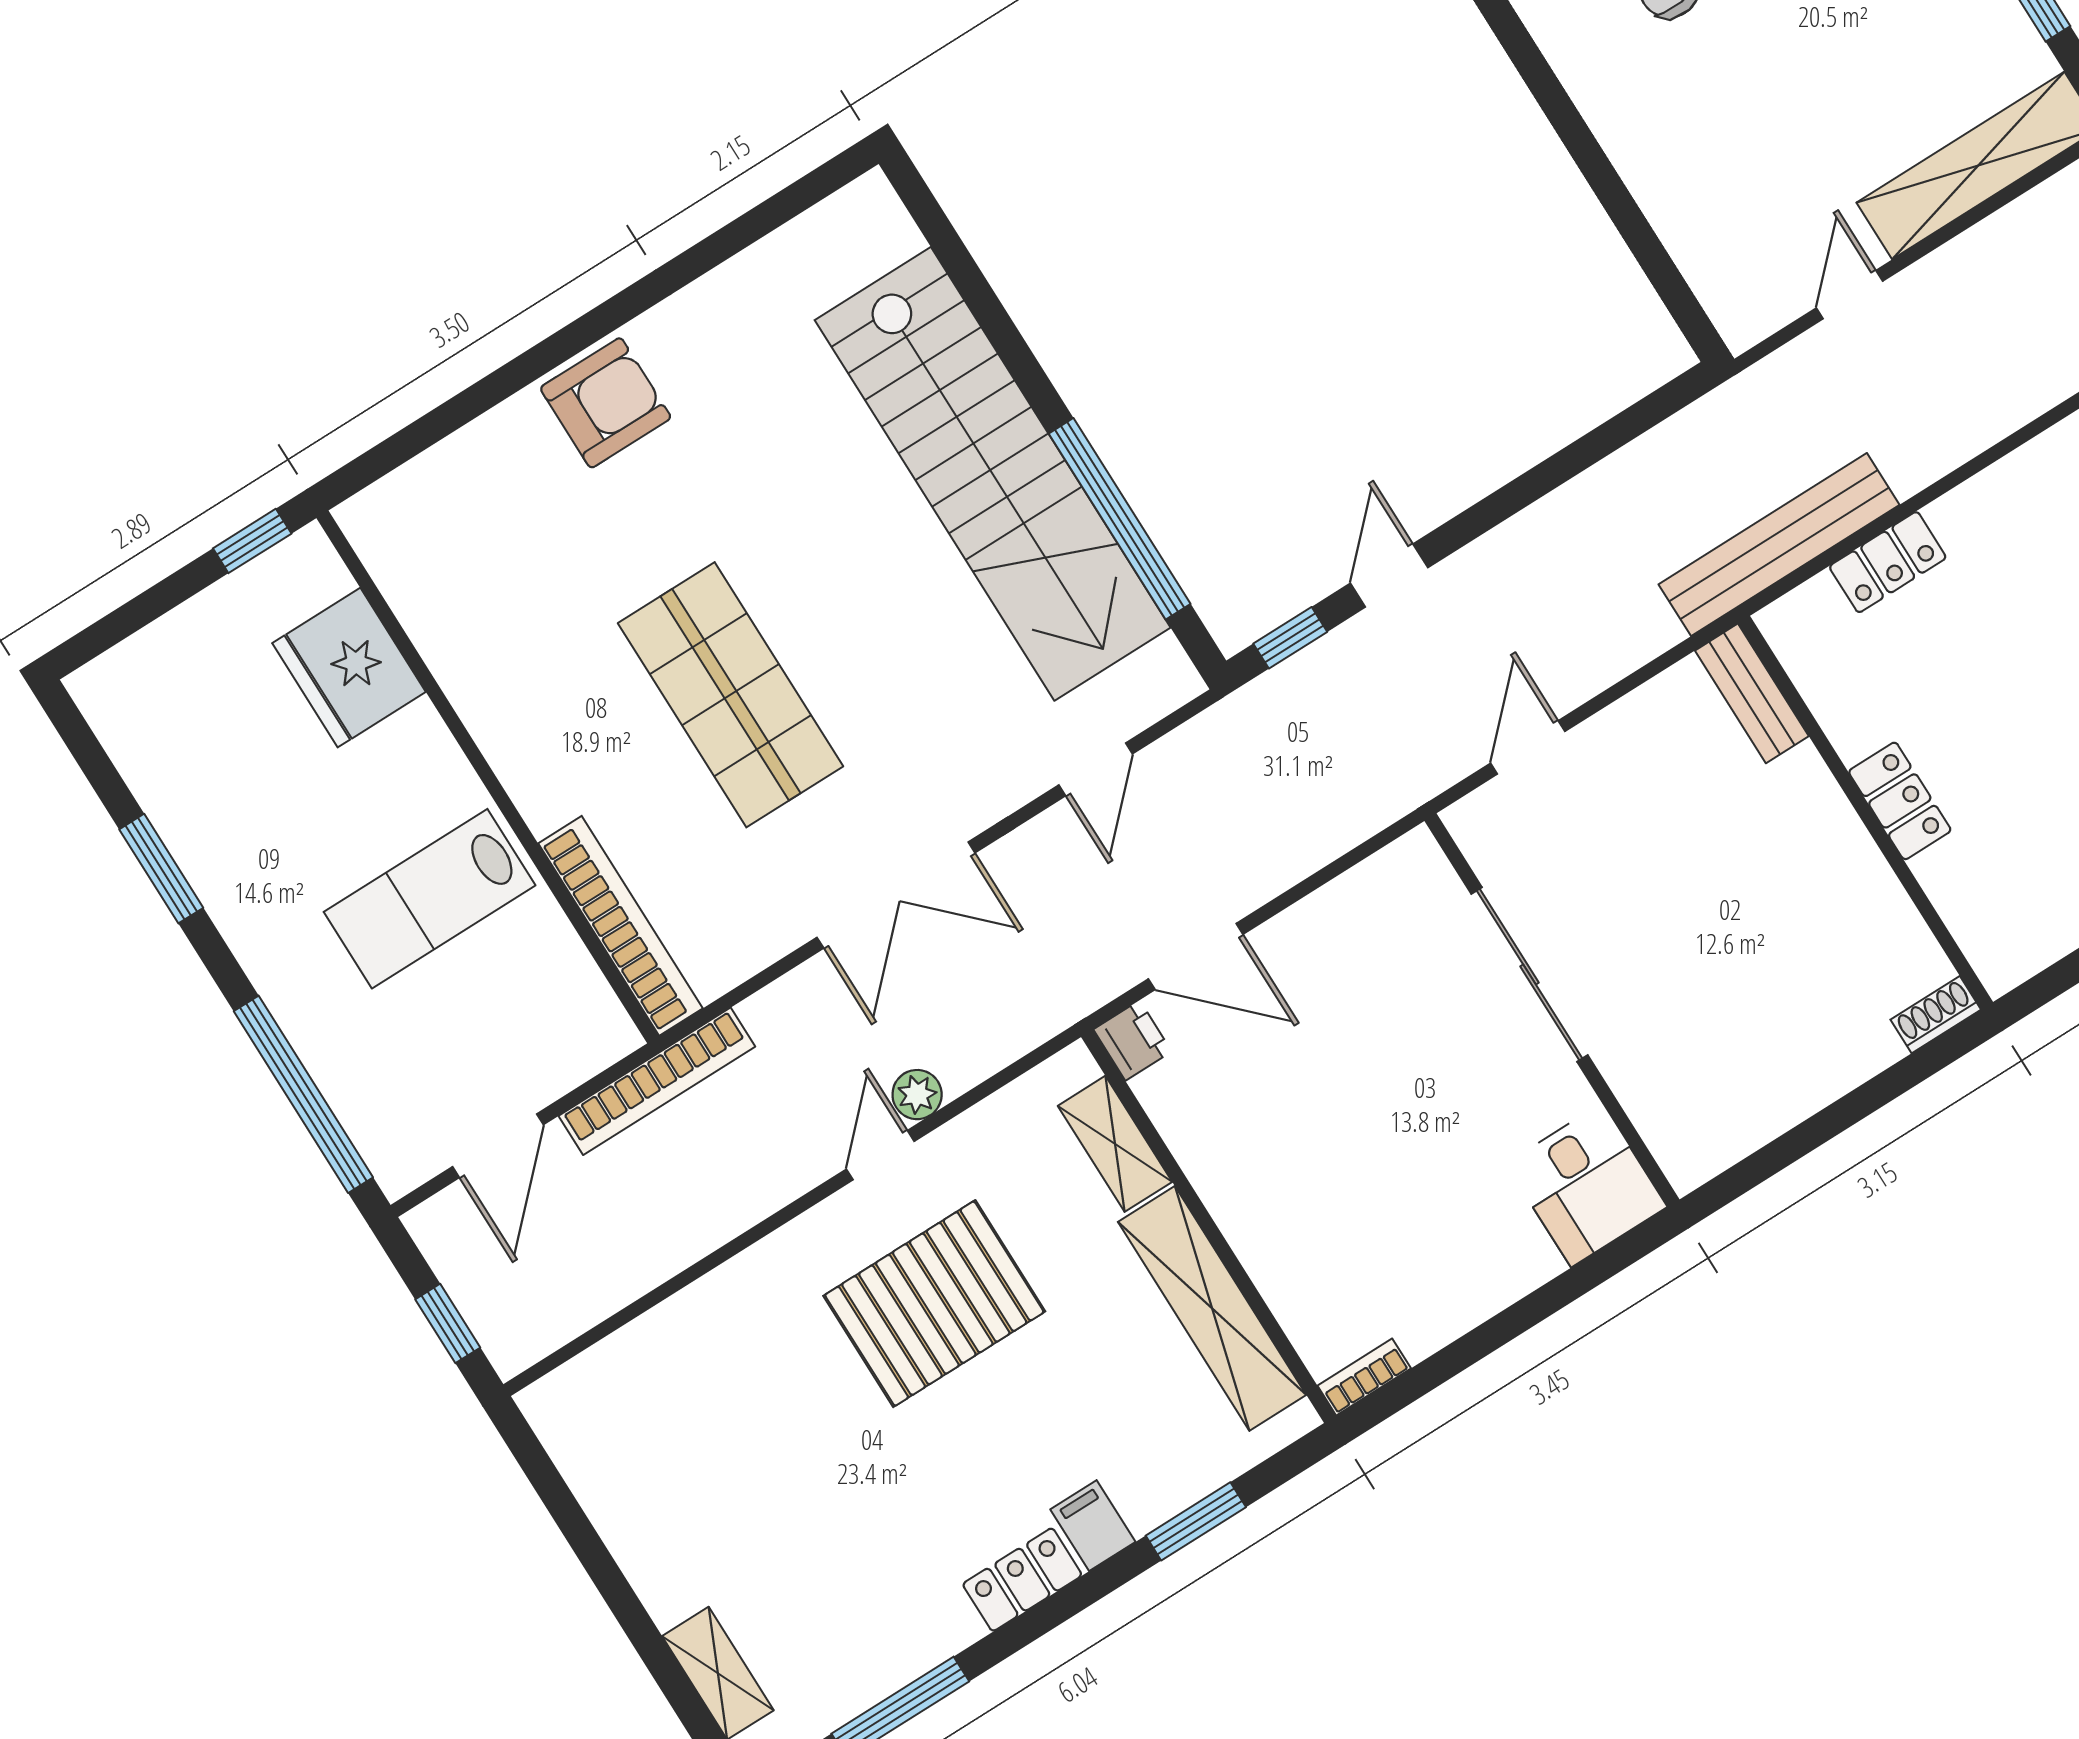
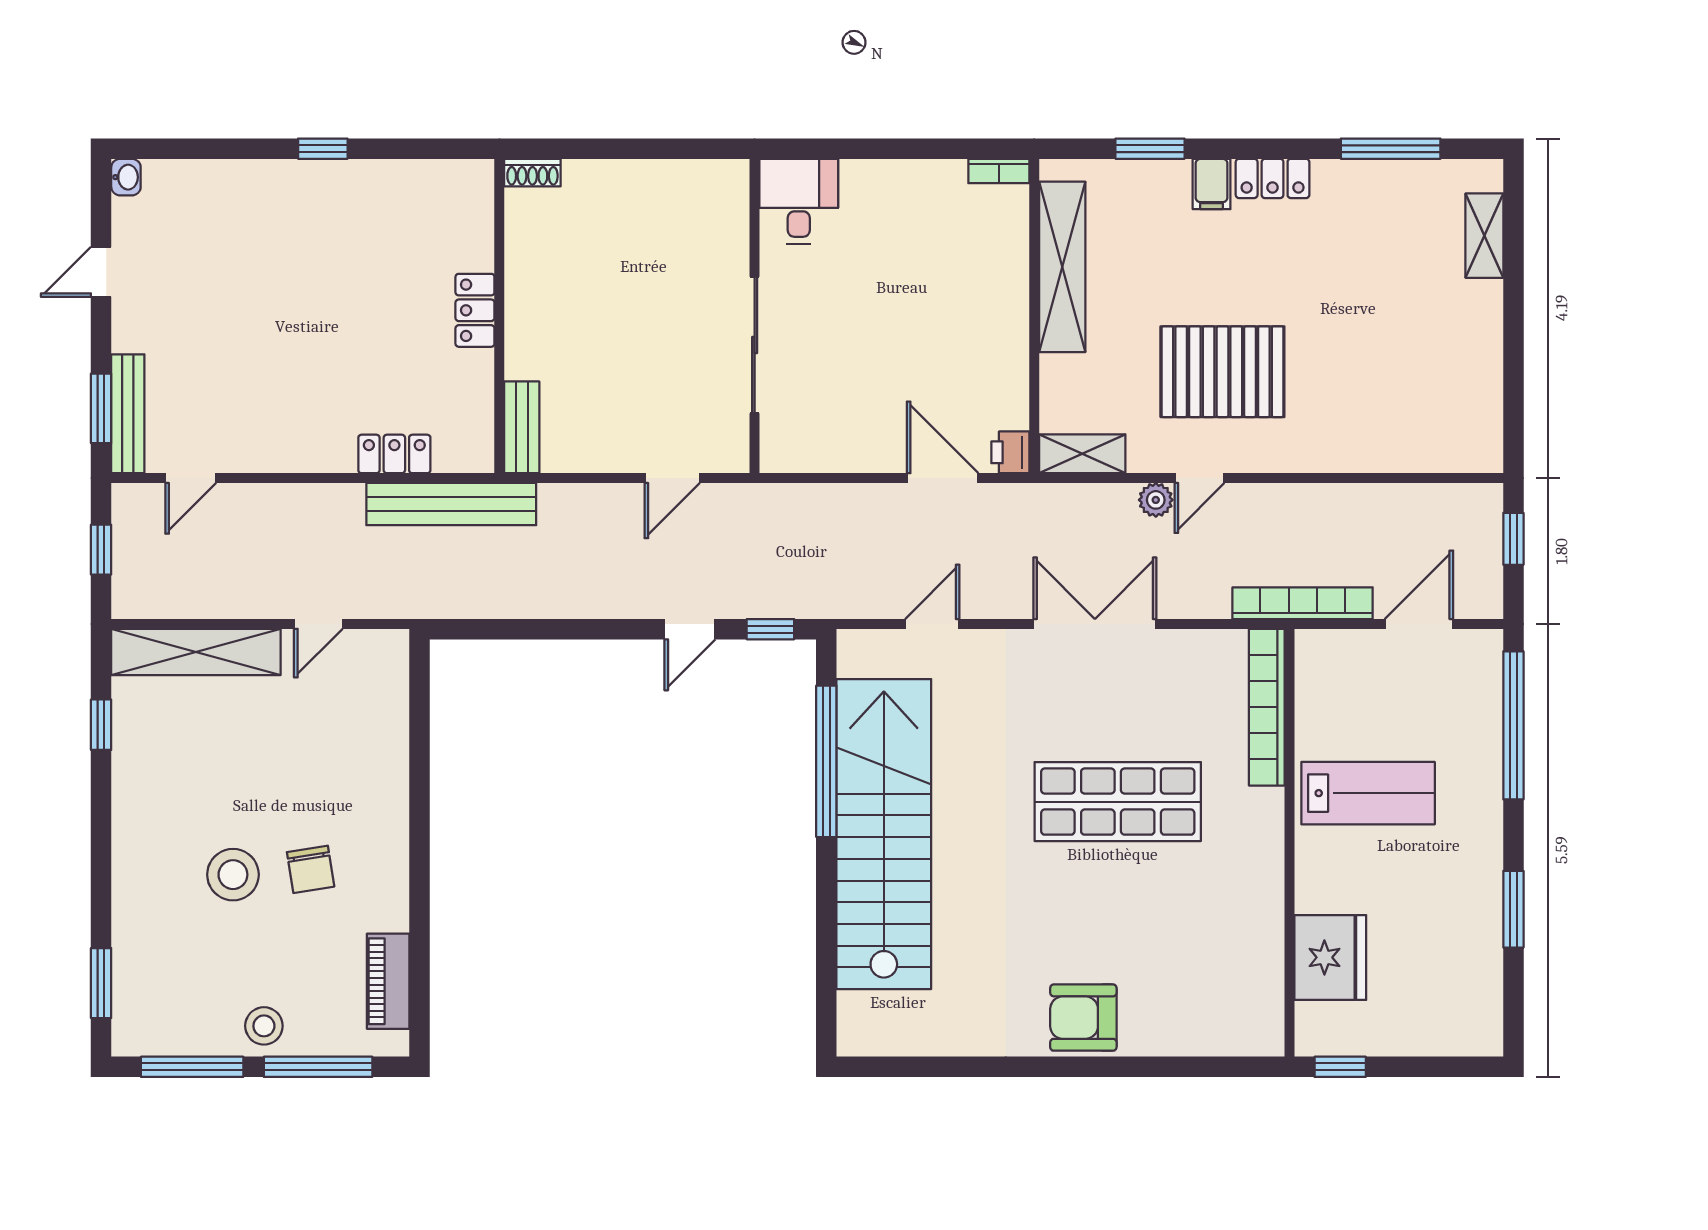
shop shelf: (730, 695) -> (1118, 802), turned 90
shelving: (1115, 1144) -> (1082, 454), moved, turned 90

